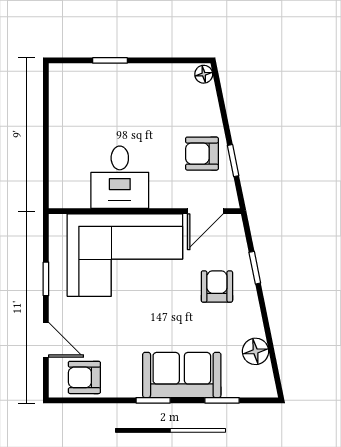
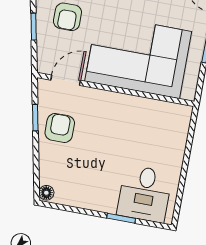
armchair: (202, 154) -> (60, 128), turned -90
desk: (120, 177) -> (145, 194), moved, turned 180

